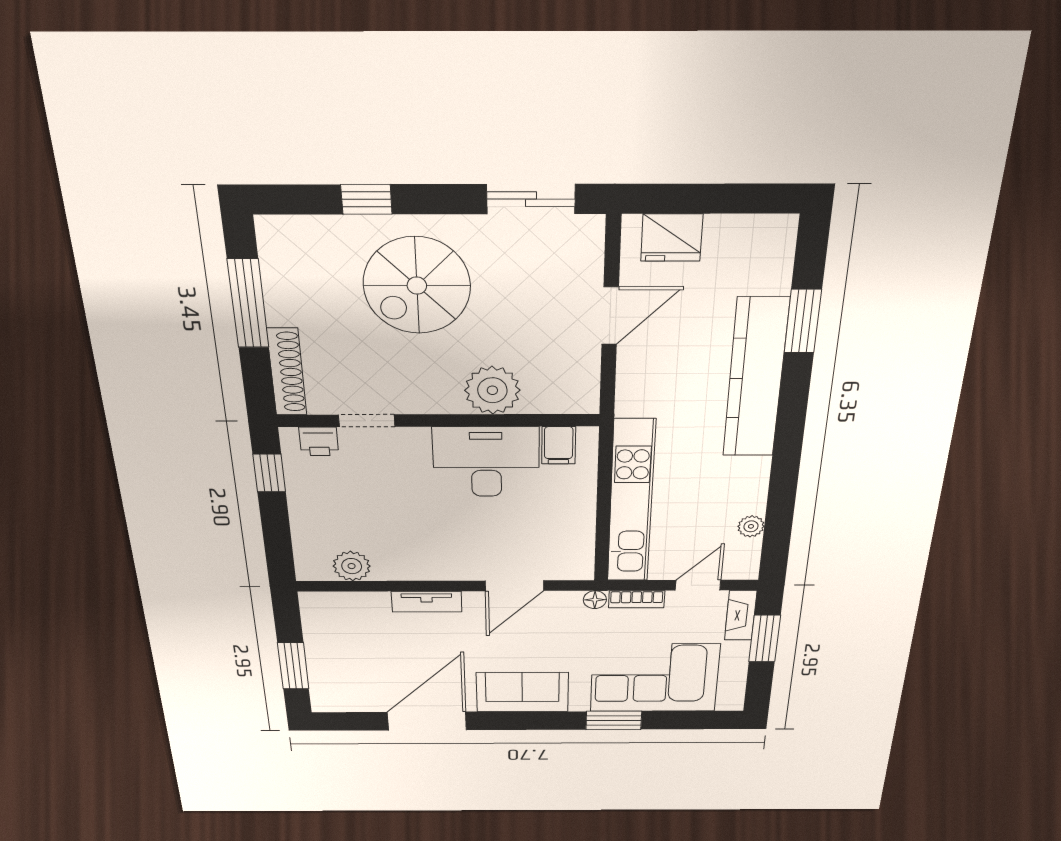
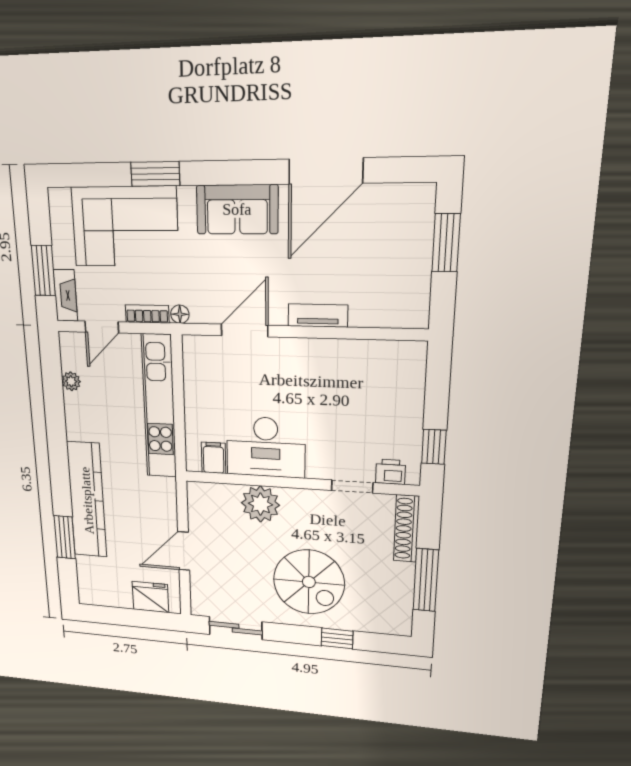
spiral stairs: (417, 286) -> (309, 582), turned 90
plant: (352, 566) -> (378, 355), removed

